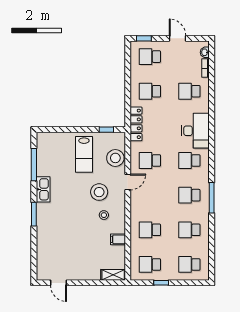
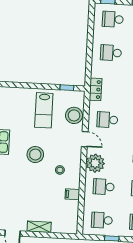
locker: (136, 124) -> (96, 89), width x0.66
door: (128, 182) -> (85, 139), hinge flipped
stool: (99, 192) -> (35, 155), moved
plant: (140, 206) -> (95, 163), added
shelving: (113, 275) -> (39, 227), moved

